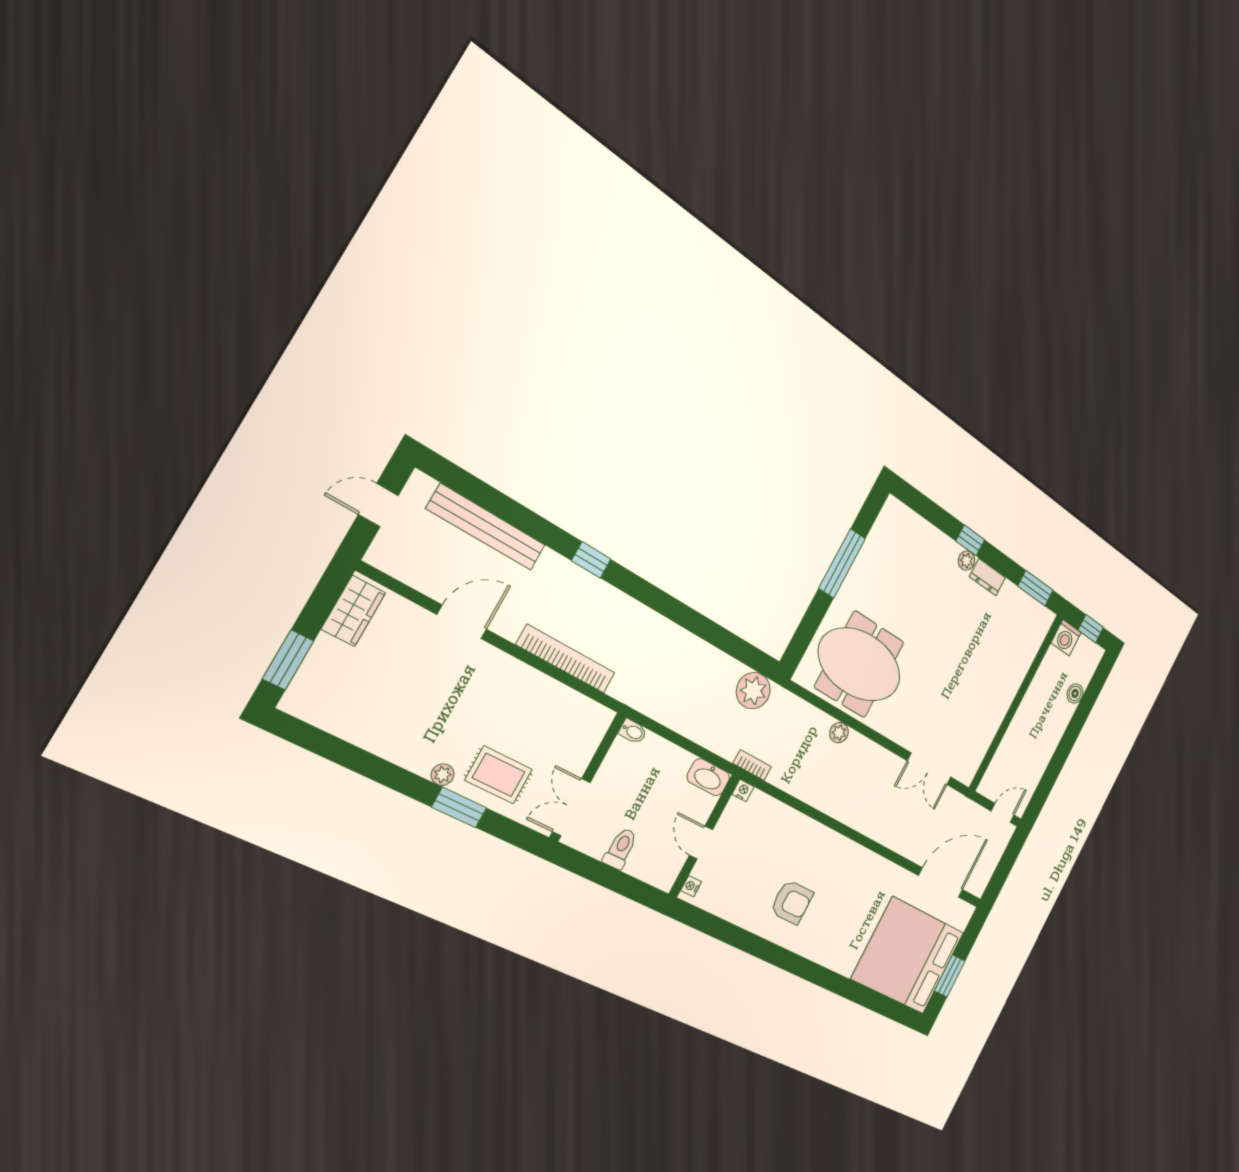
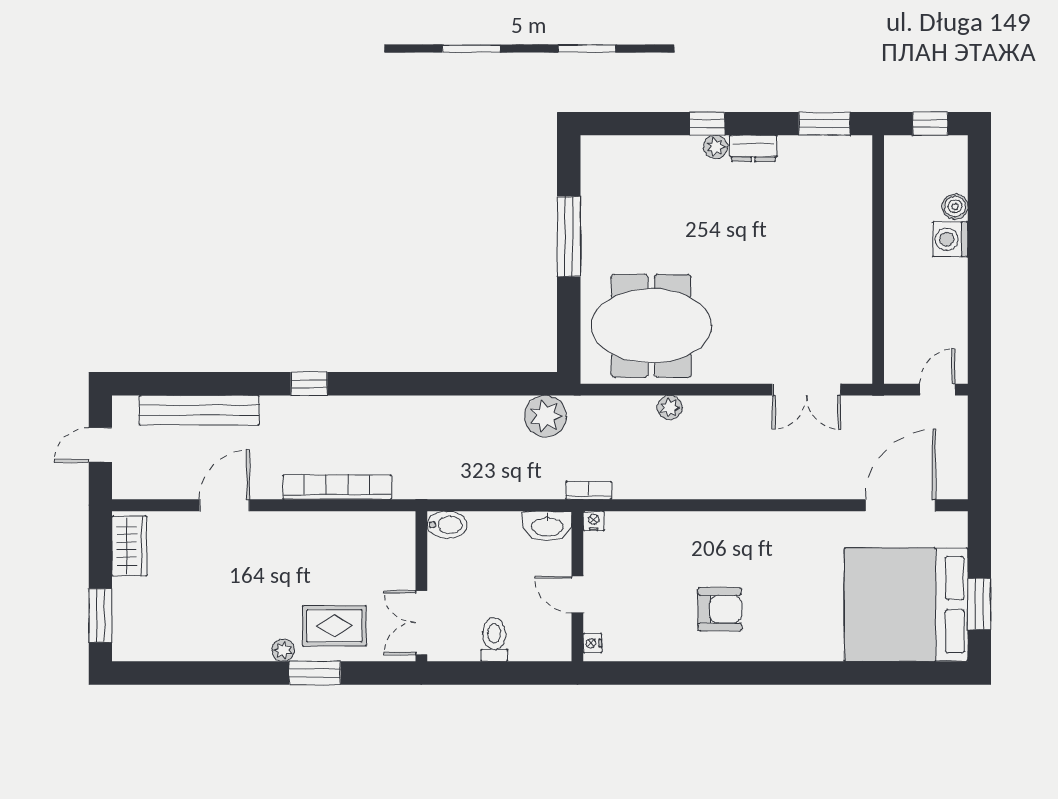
washing machine: (1066, 638) -> (950, 239), moved, turned 90
bidet: (633, 732) -> (447, 525), width x1.38, depth x1.36

